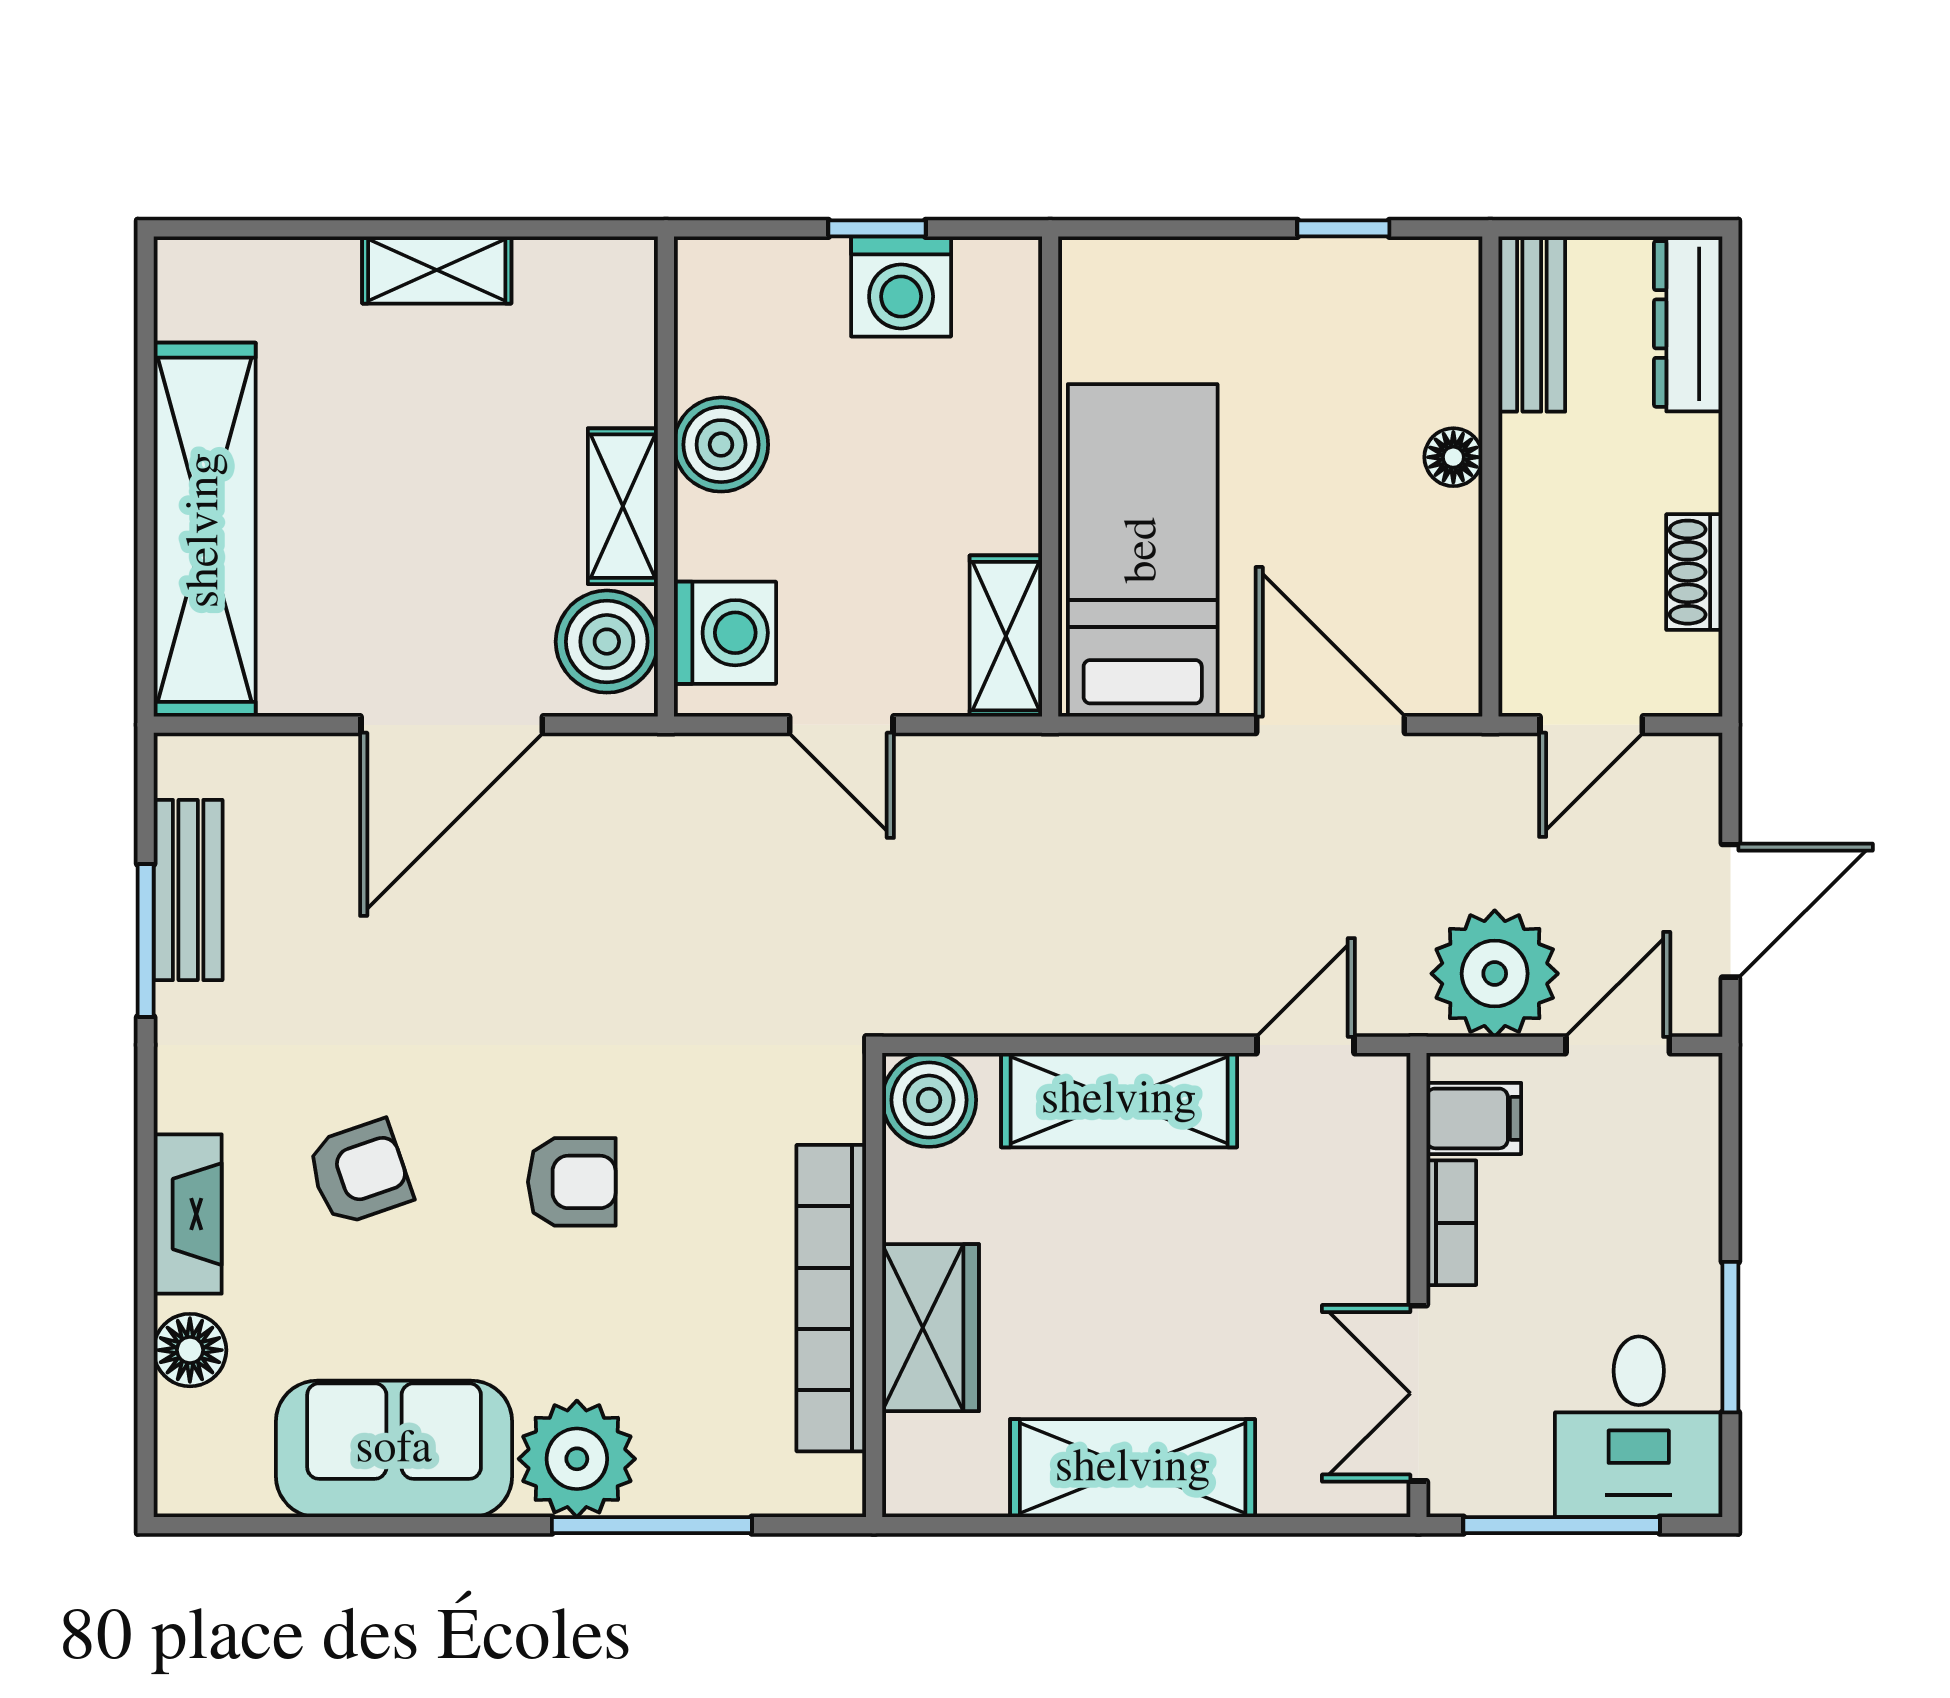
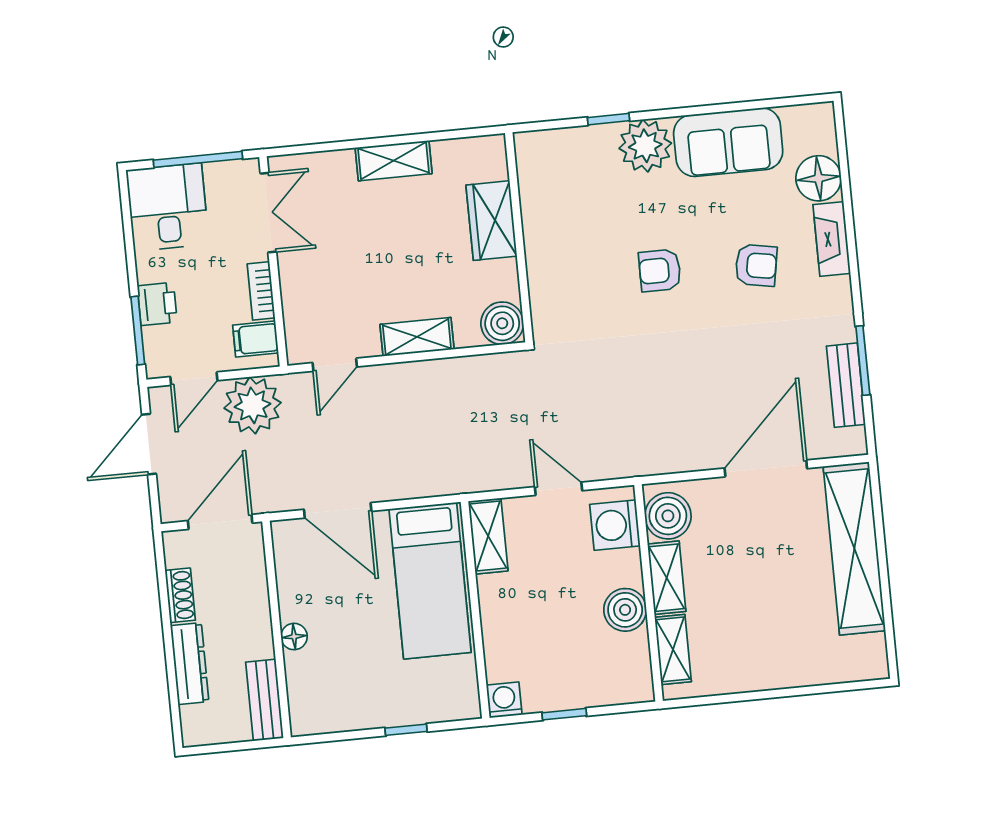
window: (1343, 228) -> (406, 730), moved
shelving: (437, 270) -> (673, 649), moved, turned 90
washing machine: (901, 286) -> (504, 700), moved, width x0.73, depth x0.73
dresser: (1688, 324) -> (190, 664), moved
door: (452, 725) -> (766, 468), moved
door: (1591, 725) -> (220, 522), width x1.38
shelving: (1119, 1100) -> (417, 337), width x0.67, depth x0.75
armchair: (359, 1173) -> (756, 265), turned -151
printer: (1682, 1217) -> (157, 304), added
bookcase: (831, 1298) -> (538, 230), removed
window: (1730, 1337) -> (138, 331), moved
floor lamp: (190, 1350) -> (819, 178), width x1.38, depth x1.38
shelving: (1133, 1468) -> (394, 161), width x0.67, depth x0.75
window: (652, 1525) -> (608, 119), width x0.46

